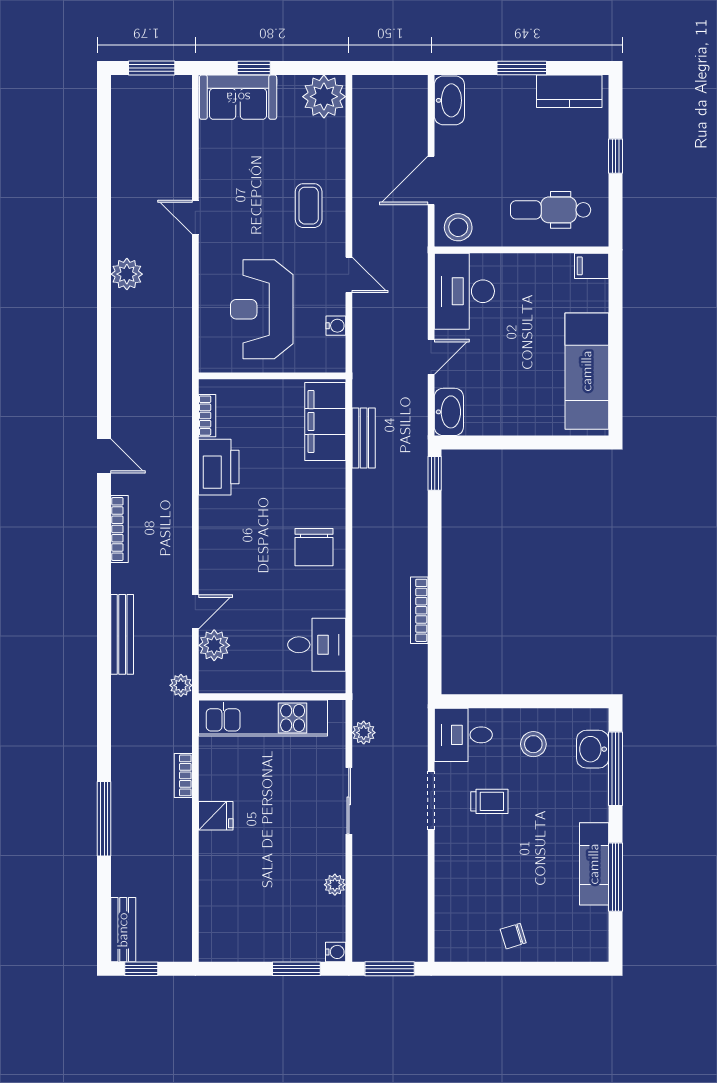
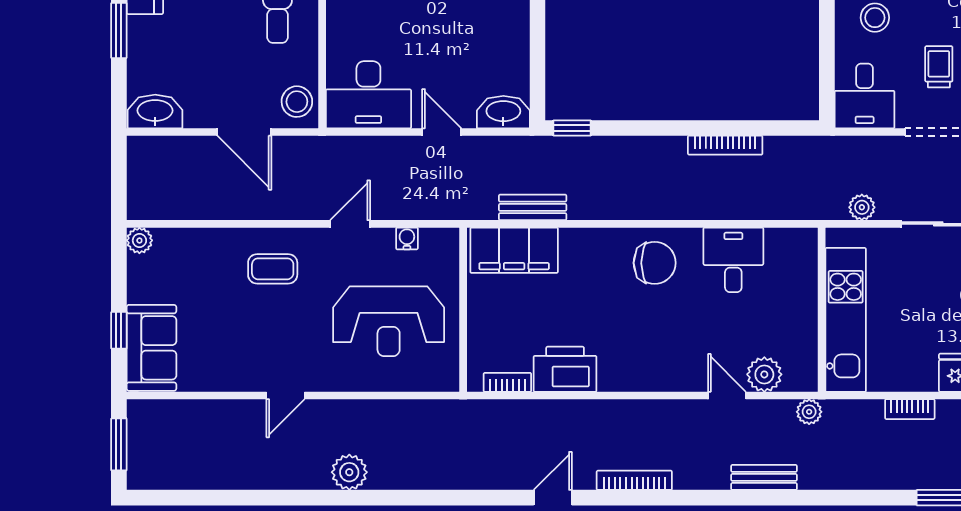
plant: (324, 97) -> (139, 240), width x0.53, depth x0.53
bench: (122, 634) -> (764, 477), width x0.73
desk: (317, 645) -> (733, 260), moved

